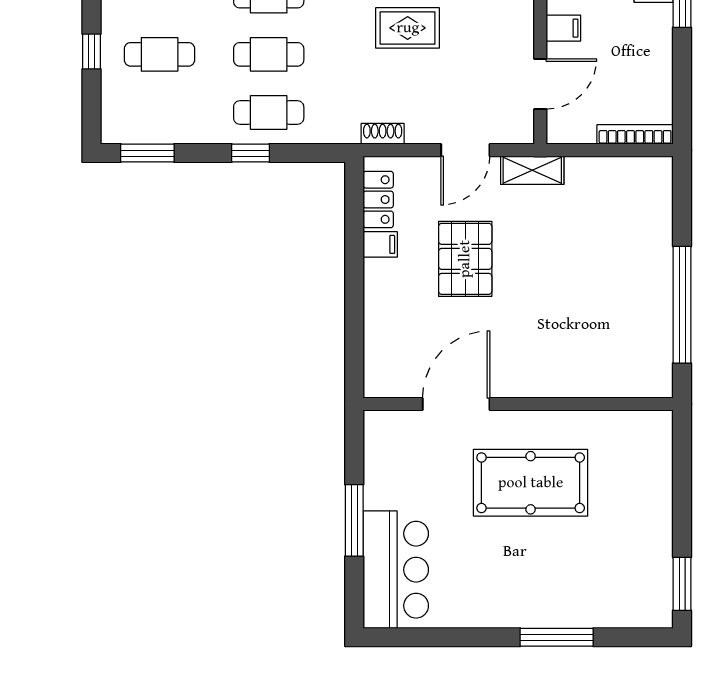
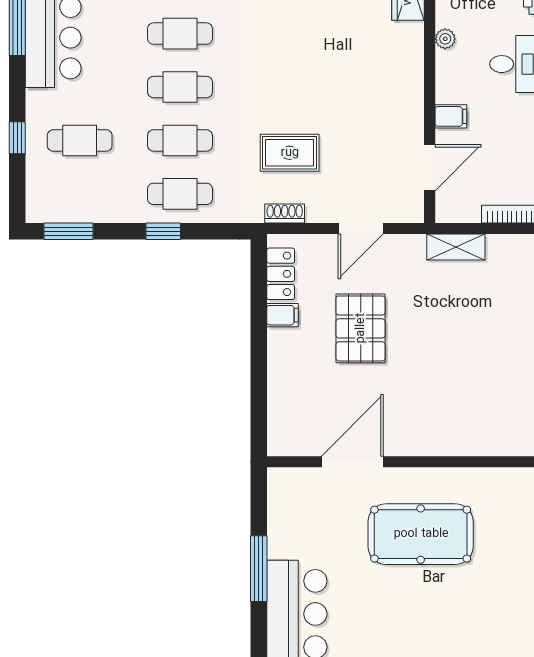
rug: (408, 28) -> (290, 153), moved
shelving: (532, 170) -> (456, 247), moved

